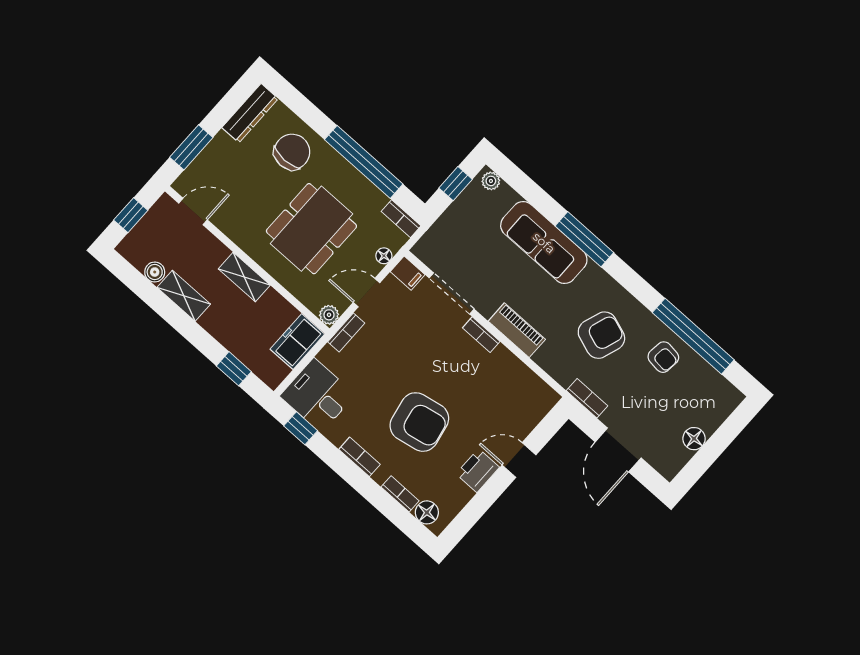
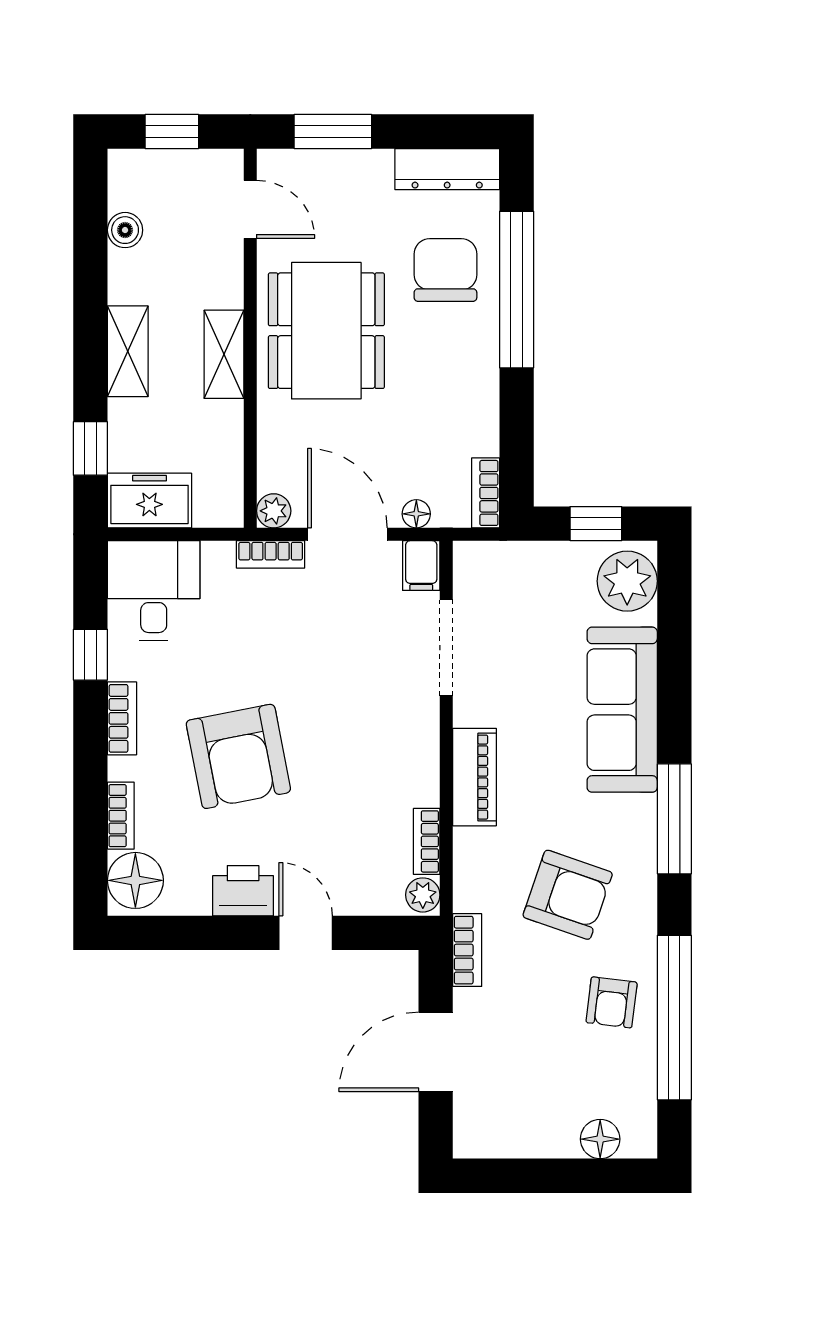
chair: (292, 152) -> (445, 270), turned -90
window: (364, 162) -> (517, 290), moved
plant: (491, 181) -> (627, 581), width x1.87, depth x1.87
dining table: (311, 229) -> (326, 331), moved, turned 90
window: (584, 239) -> (674, 819), moved
door: (367, 293) -> (347, 534), width x1.38
shelving: (184, 296) -> (128, 351), moved
bookcase: (481, 335) -> (427, 841), moved
freezer: (297, 342) -> (149, 501), moved
plant: (547, 396) -> (423, 895), added
window: (301, 428) -> (90, 655), moved
floor lamp: (694, 439) -> (600, 1139), moved
floor lamp: (427, 512) -> (135, 880), width x1.38, depth x1.38

